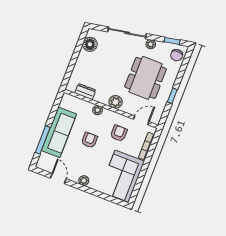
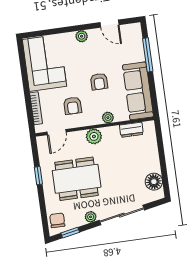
dining table: (146, 78) -> (77, 179), turned 90
sofa: (59, 132) -> (138, 91), moved

